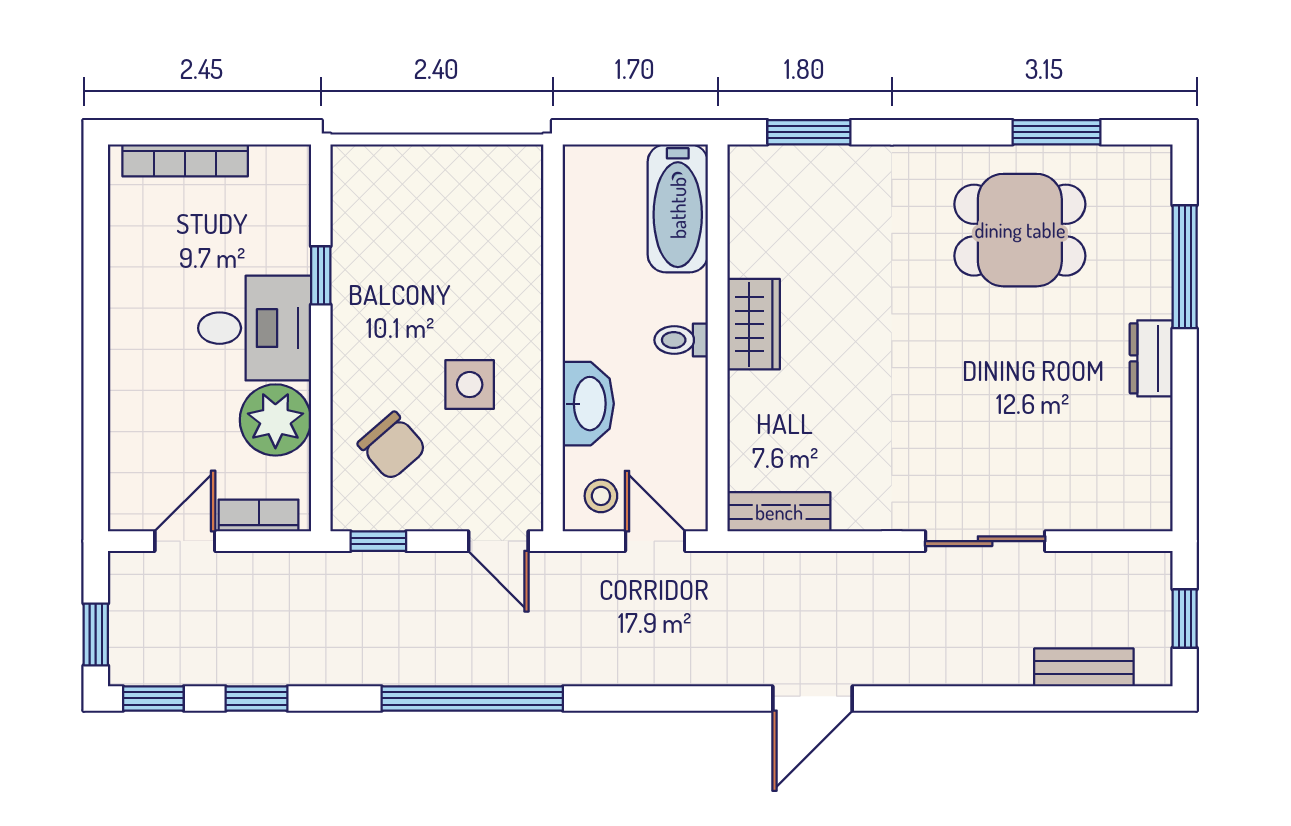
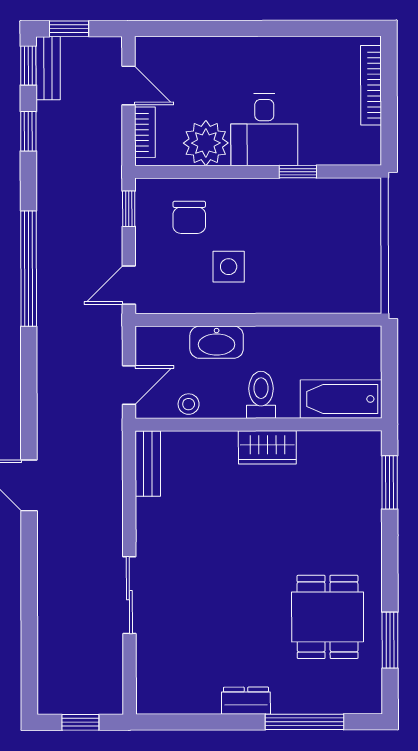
toilet: (681, 340) -> (261, 395), width x1.37, depth x1.39
chair: (392, 446) -> (189, 217), turned -49
stool: (601, 496) -> (189, 404), moved
bench: (1084, 667) -> (48, 68), moved

